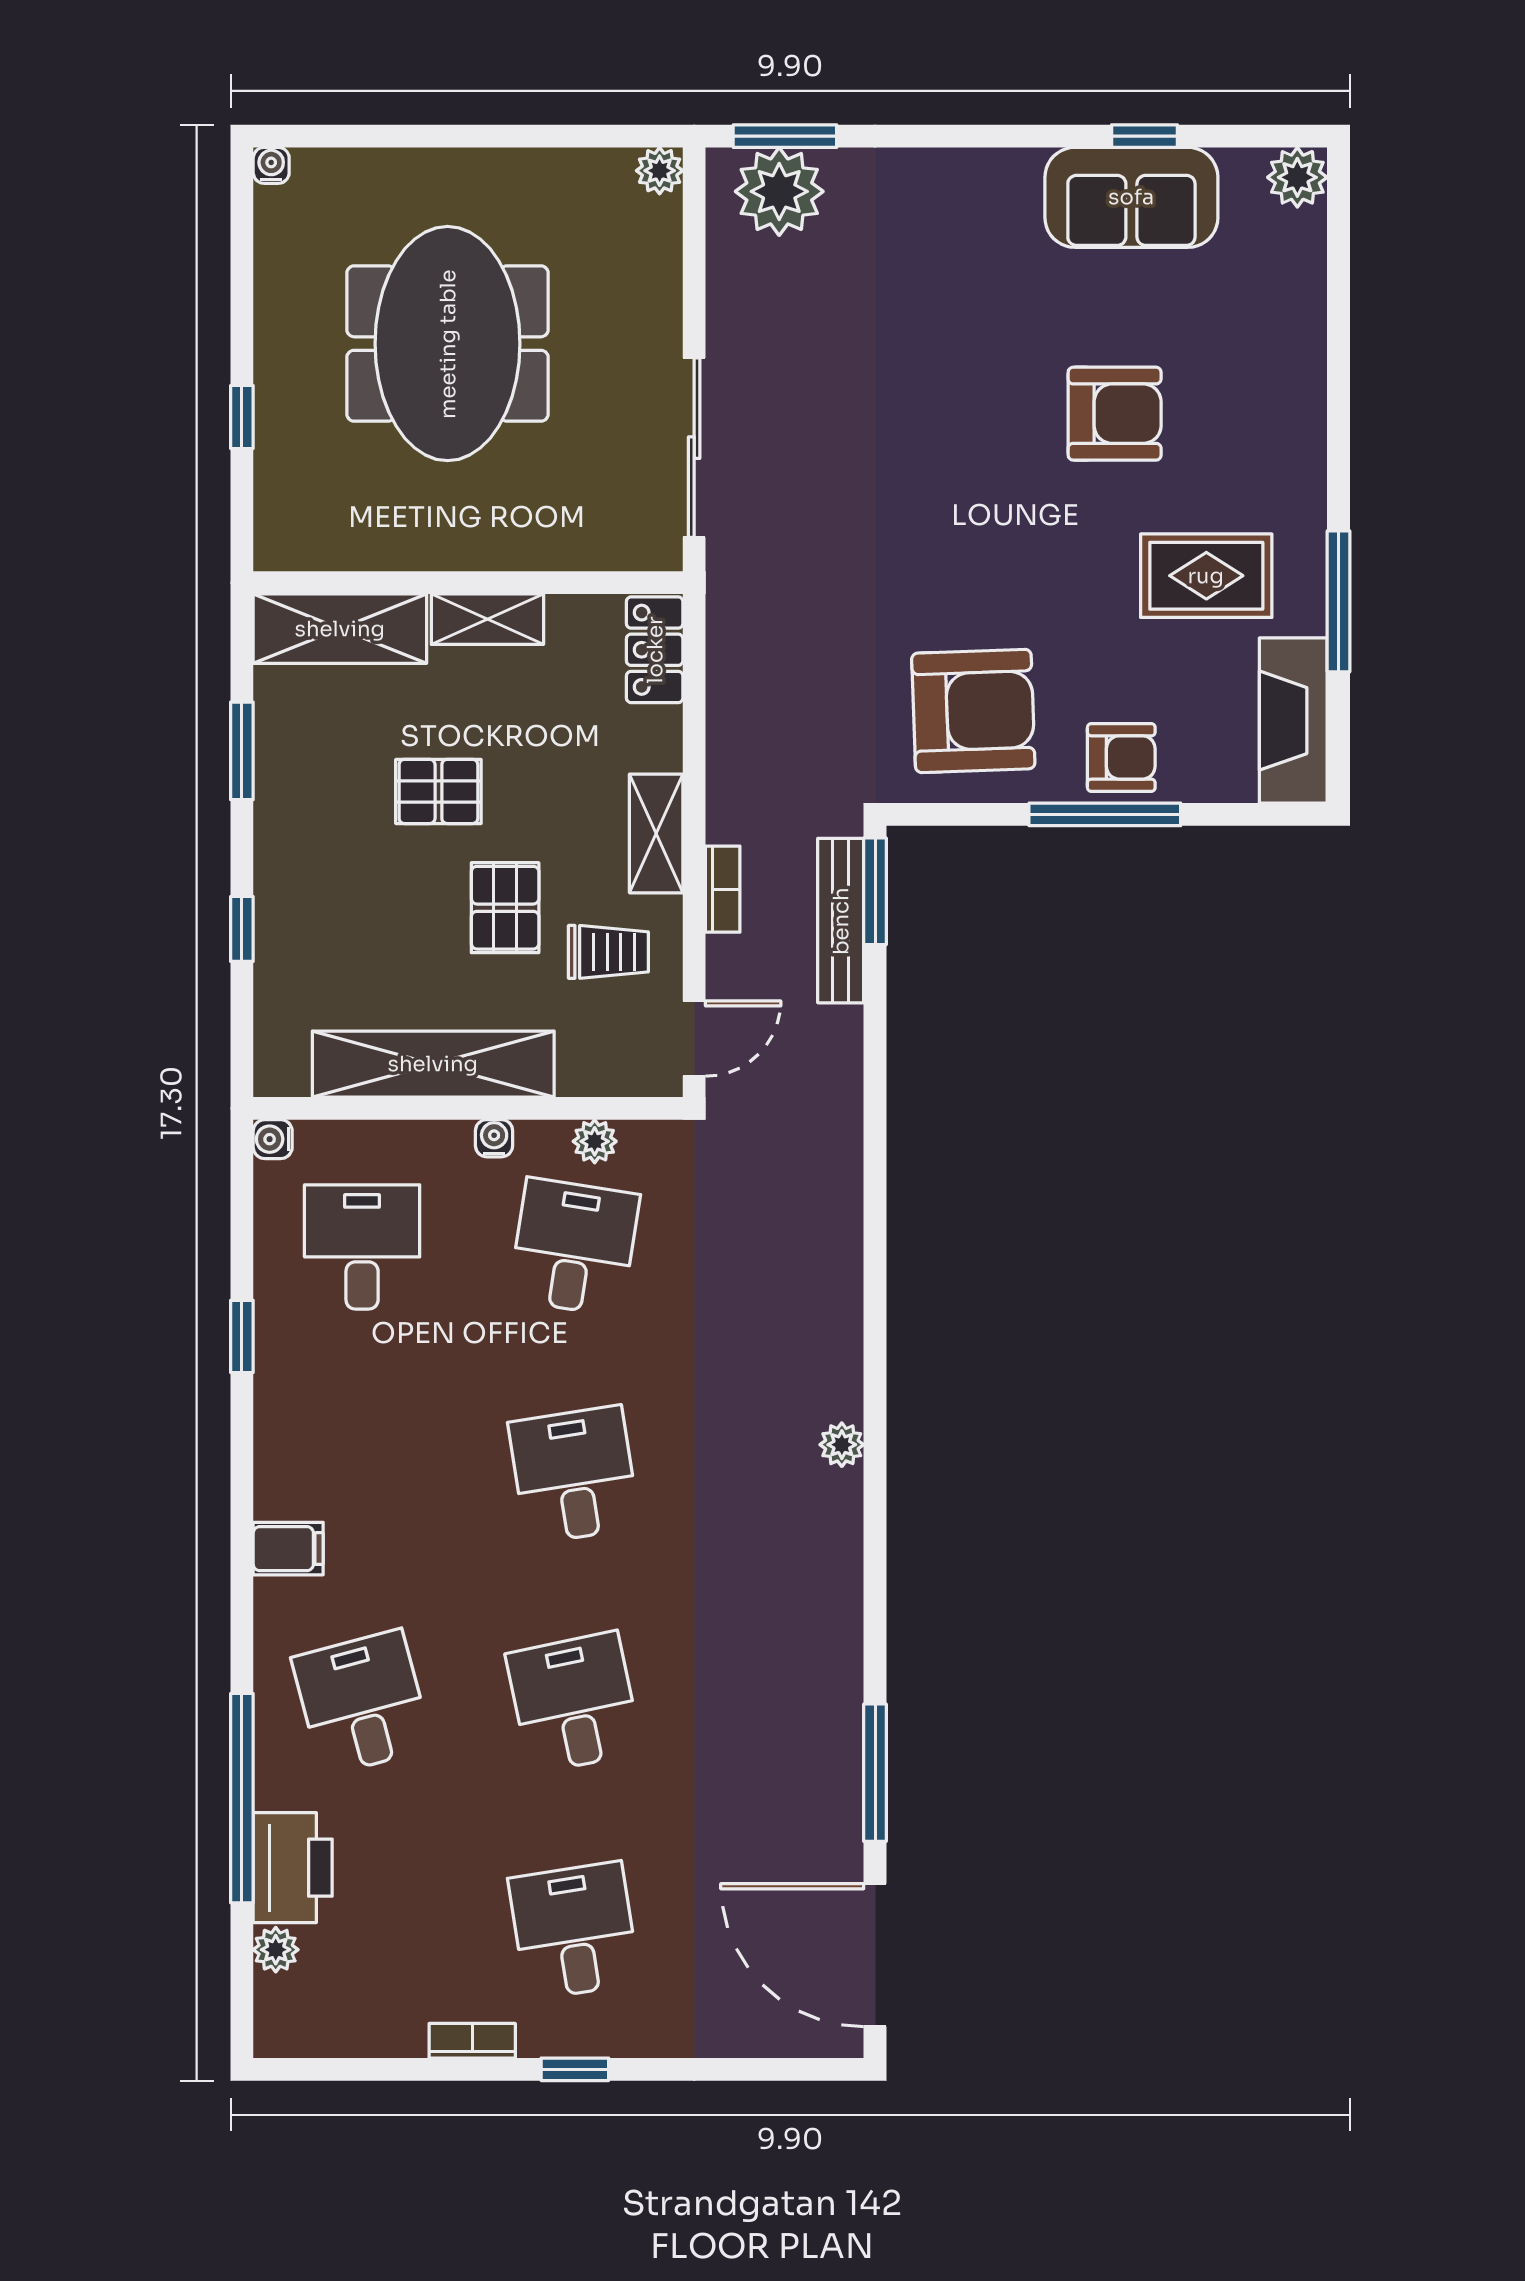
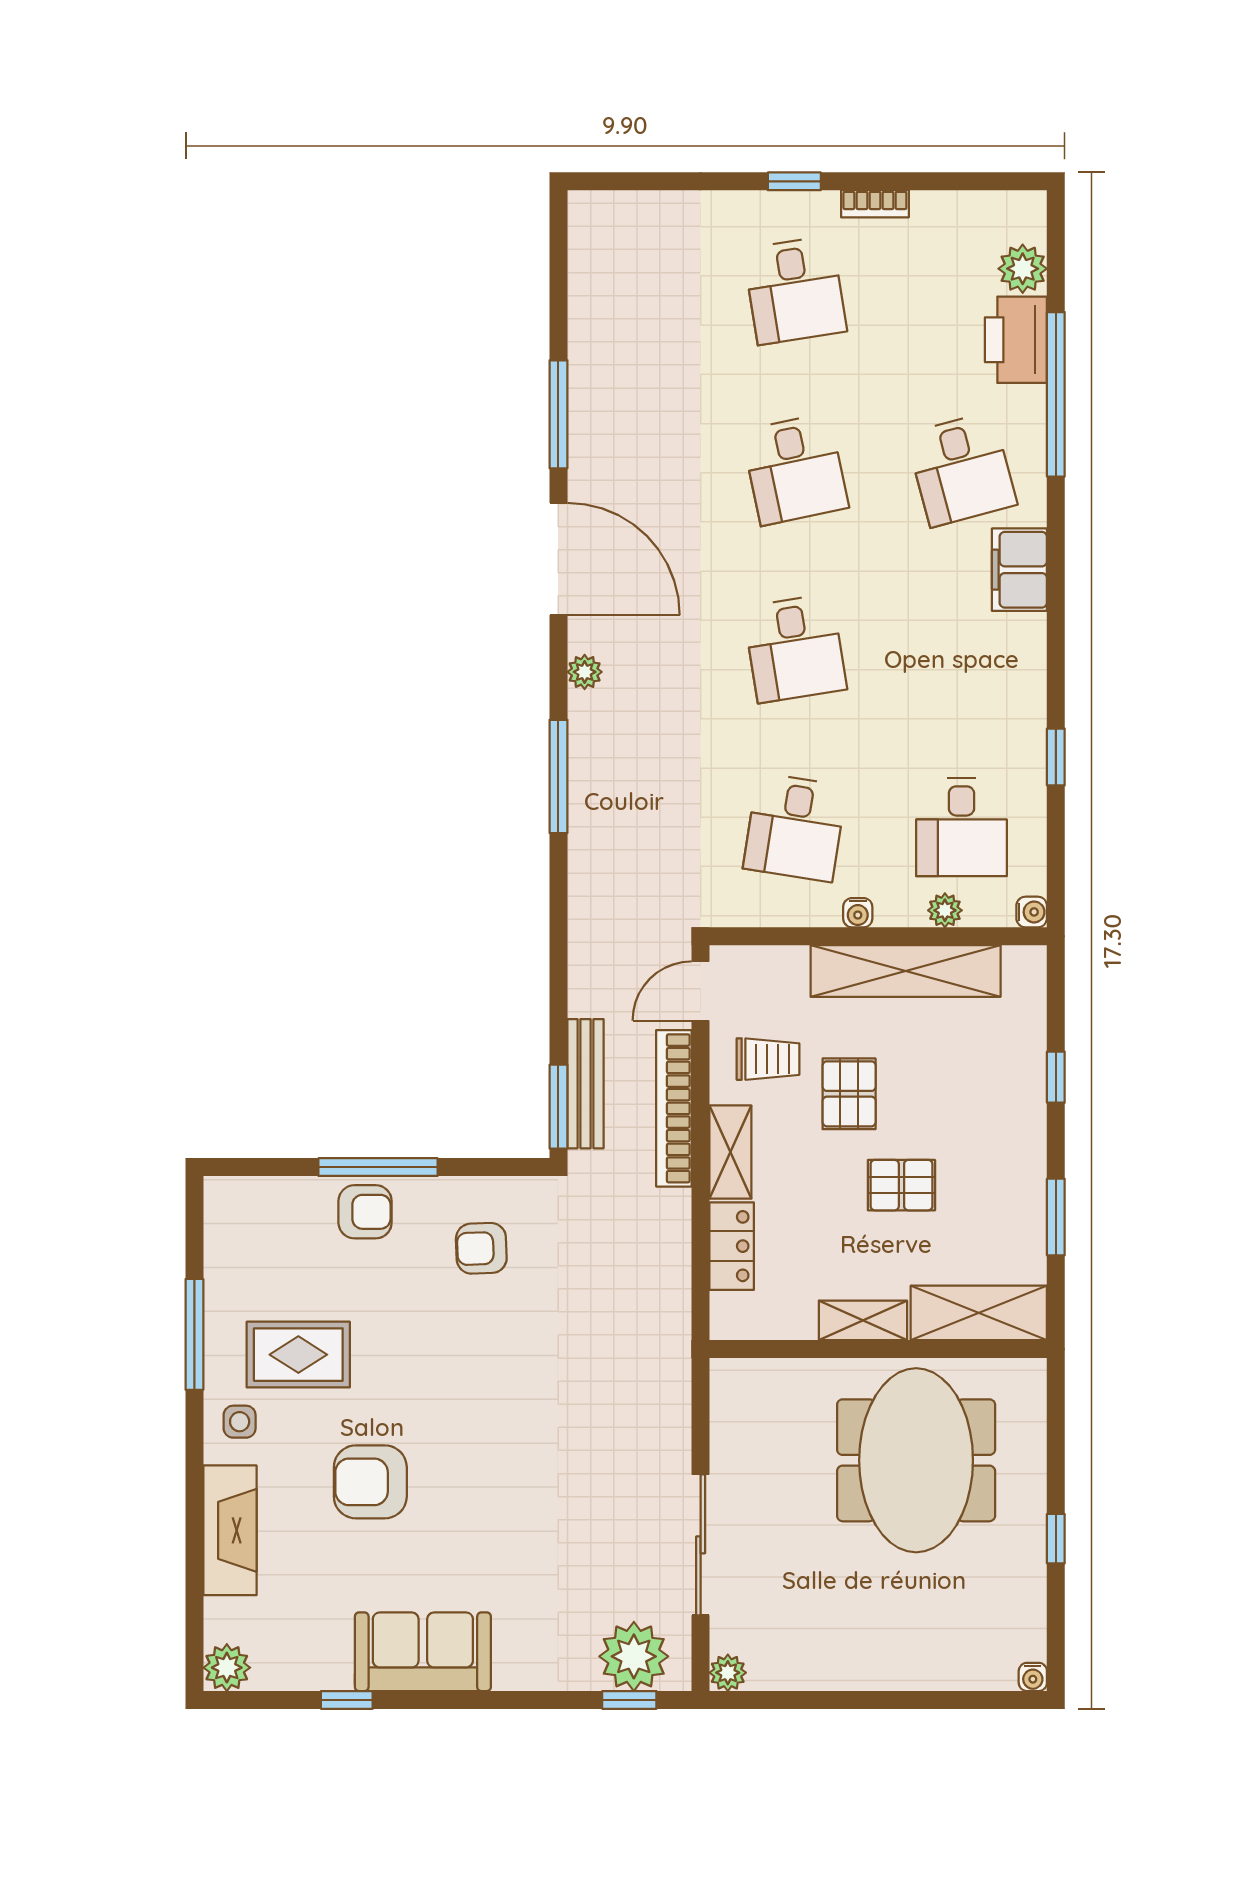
window: (785, 136) -> (629, 1700), width x0.67
sofa: (1131, 197) -> (423, 1652), moved
meeting table: (448, 344) -> (916, 1460), moved
window: (242, 417) -> (1056, 1539), moved
sliding door: (694, 448) -> (701, 1545), moved
side table: (1281, 490) -> (240, 1422), added
locker: (655, 650) -> (732, 1246), moved
armchair: (973, 711) -> (481, 1248), width x0.53, depth x0.53
fireplace: (1293, 721) -> (230, 1530), moved
armchair: (1121, 757) -> (365, 1212), turned 180
bookcase: (723, 889) -> (674, 1108), width x2.31, depth x1.31
trolley: (608, 952) -> (768, 1059), turned 180
plant: (595, 1141) -> (945, 910), moved
window: (875, 1312) -> (558, 776), added
filing cabinet: (288, 1549) -> (1019, 570), width x2.00
plant: (276, 1950) -> (1023, 269), width x1.38, depth x1.38
door: (875, 1955) -> (558, 559), moved

